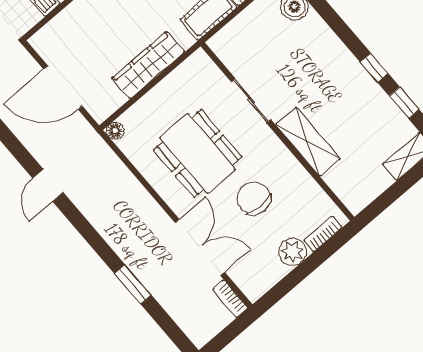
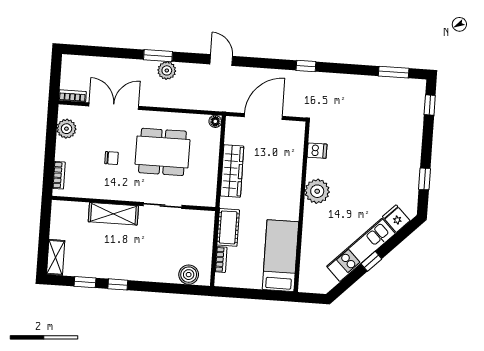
chair: (254, 198) -> (112, 158), width x0.54, depth x0.54
plant: (112, 229) -> (167, 70), added
double door: (200, 247) -> (114, 106), swing flipped
plant: (293, 252) -> (66, 129), moved
window: (133, 284) -> (158, 56), moved

